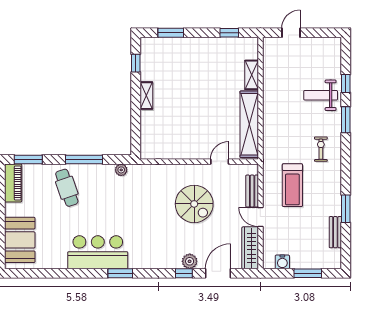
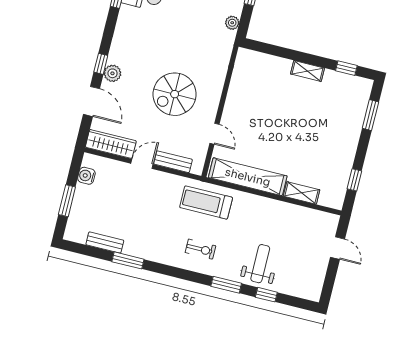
treadmill: (292, 185) -> (206, 202), moved

